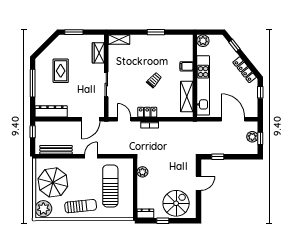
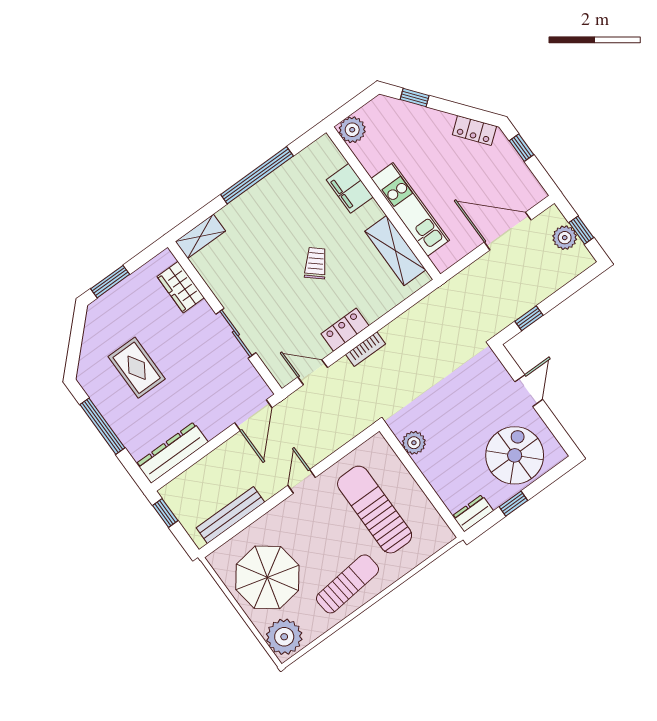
window: (156, 32) -> (257, 175), width x2.11
filing cabinet: (187, 66) -> (350, 188), width x2.00
locker: (245, 70) -> (474, 130), width x0.66
kitchen unit: (203, 85) -> (410, 209), width x0.73

